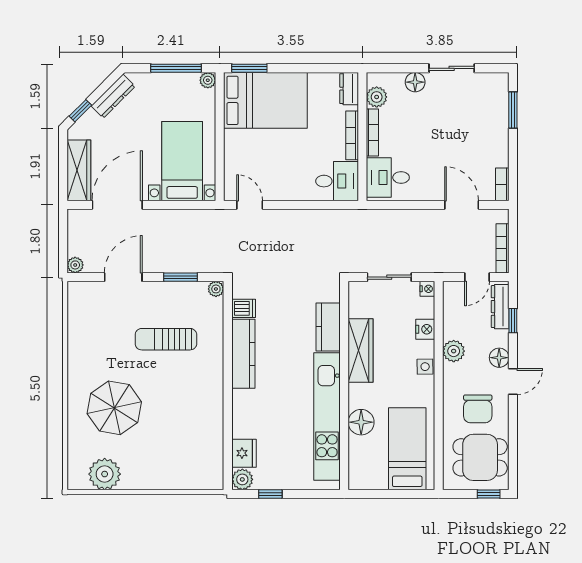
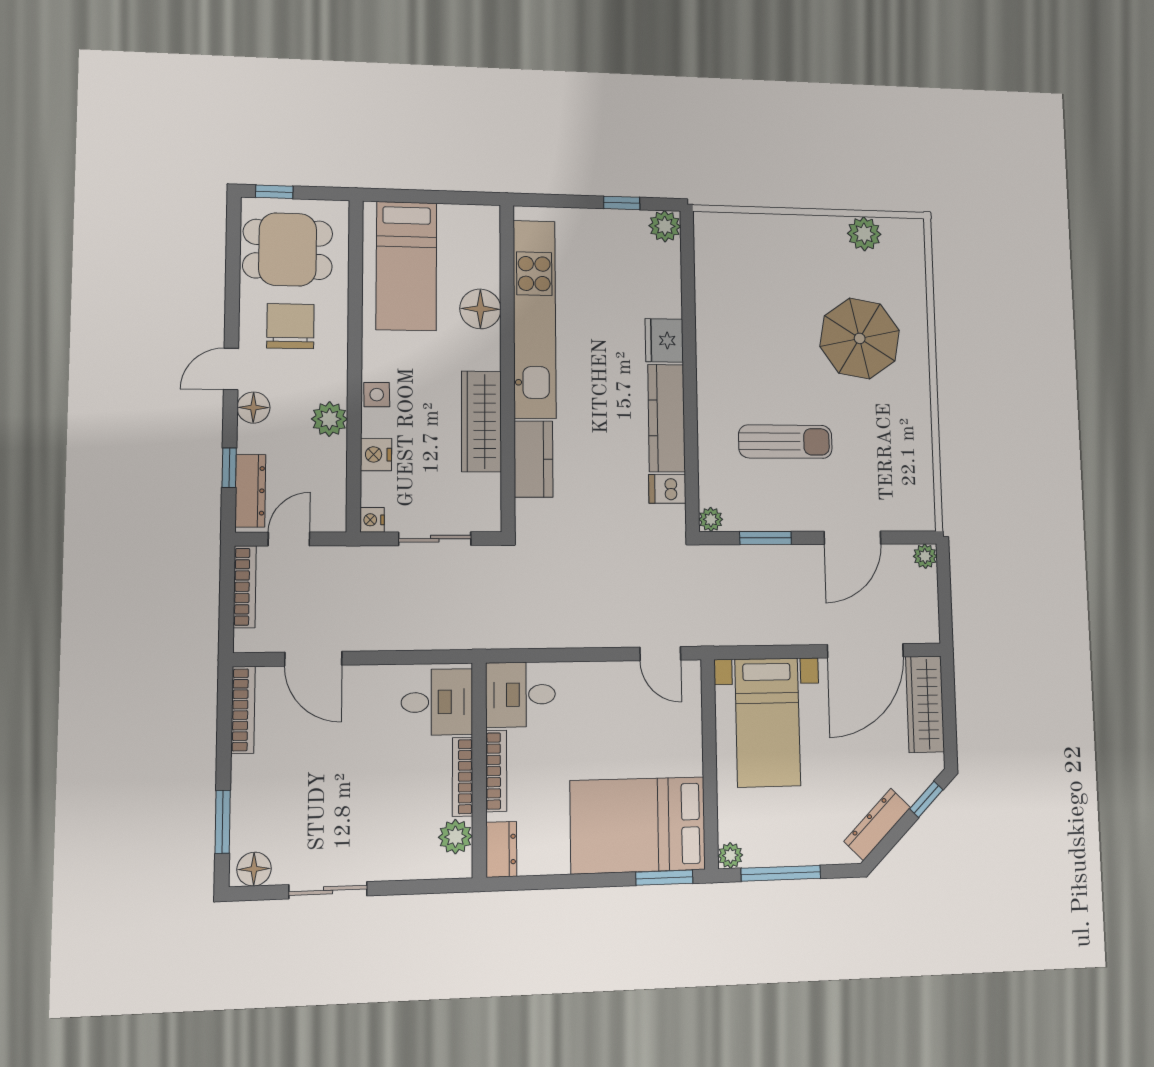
floor lamp: (415, 82) -> (254, 869), moved
bookcase: (502, 184) -> (243, 710), width x1.56
fridge: (244, 453) -> (664, 340), moved
plant: (105, 474) -> (864, 234), width x0.73, depth x0.73

